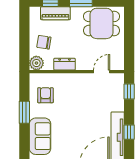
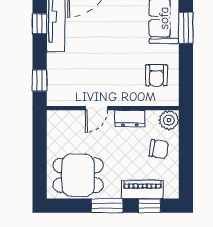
door: (102, 72) -> (96, 108), moved
window: (24, 112) -> (186, 28), moved

